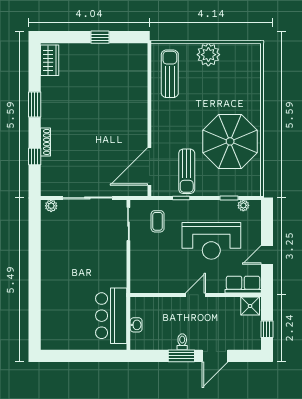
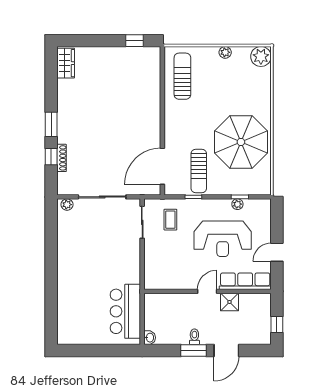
window: (100, 37) -> (135, 41), moved
plant: (251, 53) -> (261, 56), added
plant: (208, 55) -> (225, 52), width x0.53, depth x0.53
window: (35, 104) -> (51, 124), moved
shoe rack: (46, 142) -> (62, 158), moved
plant: (243, 205) -> (237, 204), moved
row of seats: (243, 285) -> (245, 281), width x1.48
shower: (250, 306) -> (230, 302), moved
washbasin: (136, 325) -> (150, 338), moved

